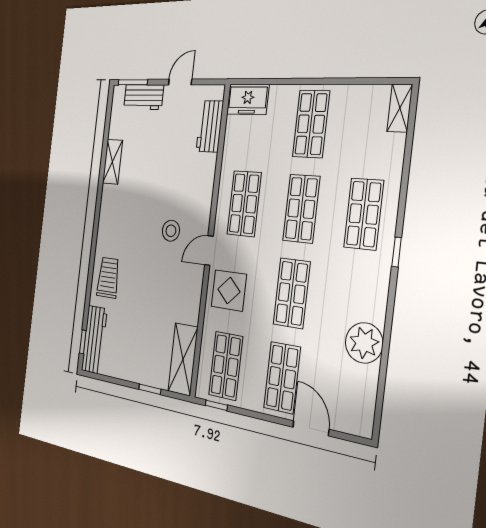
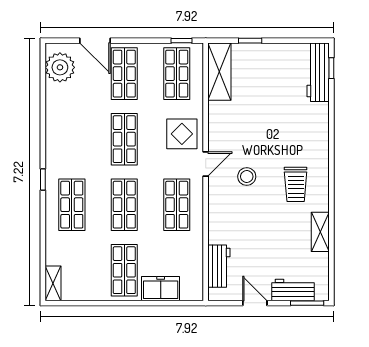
door: (180, 82) -> (255, 303), swing flipped
freezer: (248, 99) -> (161, 289), moved
trolley: (108, 278) -> (296, 184), moved
plant: (364, 343) -> (60, 67), moved

